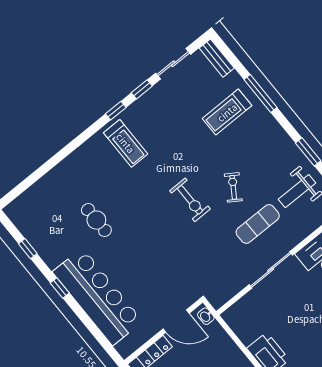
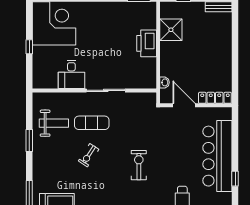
exercise bike: (190, 200) -> (139, 165), moved
washbasin: (206, 316) -> (165, 82), moved

